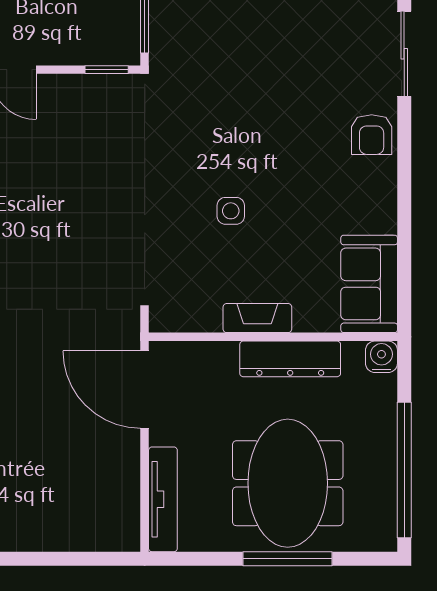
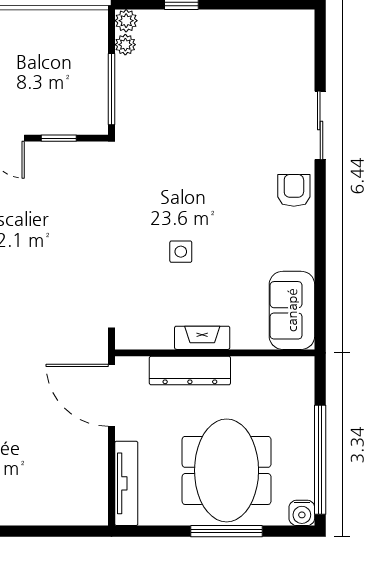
window: (107, 70) -> (59, 138), moved
armchair: (372, 135) -> (294, 190), turned 180
water cooler: (381, 357) -> (302, 513), moved, turned 180
dresser: (290, 359) -> (190, 371), moved

